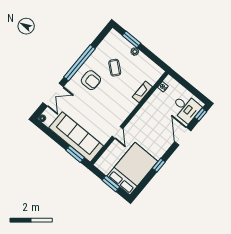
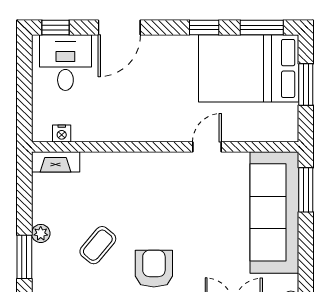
fireplace: (142, 92) -> (56, 162), moved
window: (143, 185) -> (262, 28), added

